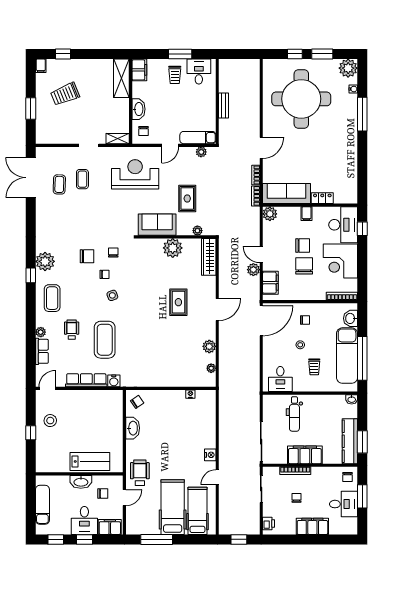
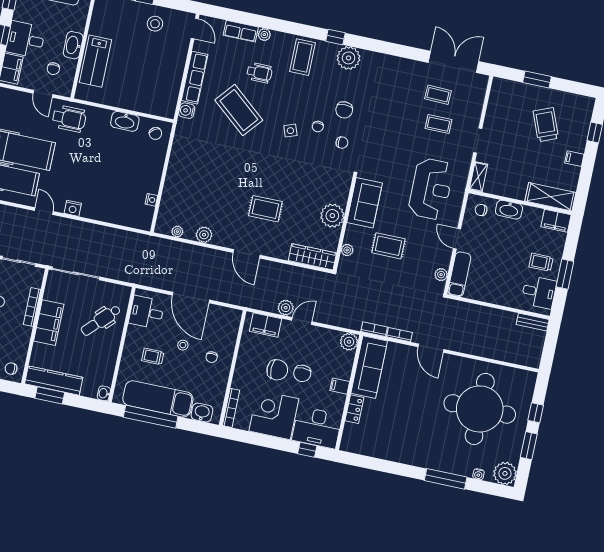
filing cabinet: (41, 66) -> (574, 159), moved
bench: (224, 105) -> (533, 322), moved
coffee table: (52, 298) -> (302, 57), turned 90
door: (261, 321) -> (191, 298), moved
coffee table: (105, 340) -> (239, 110), turned 40
dental chair: (294, 414) -> (101, 320), turned -46

